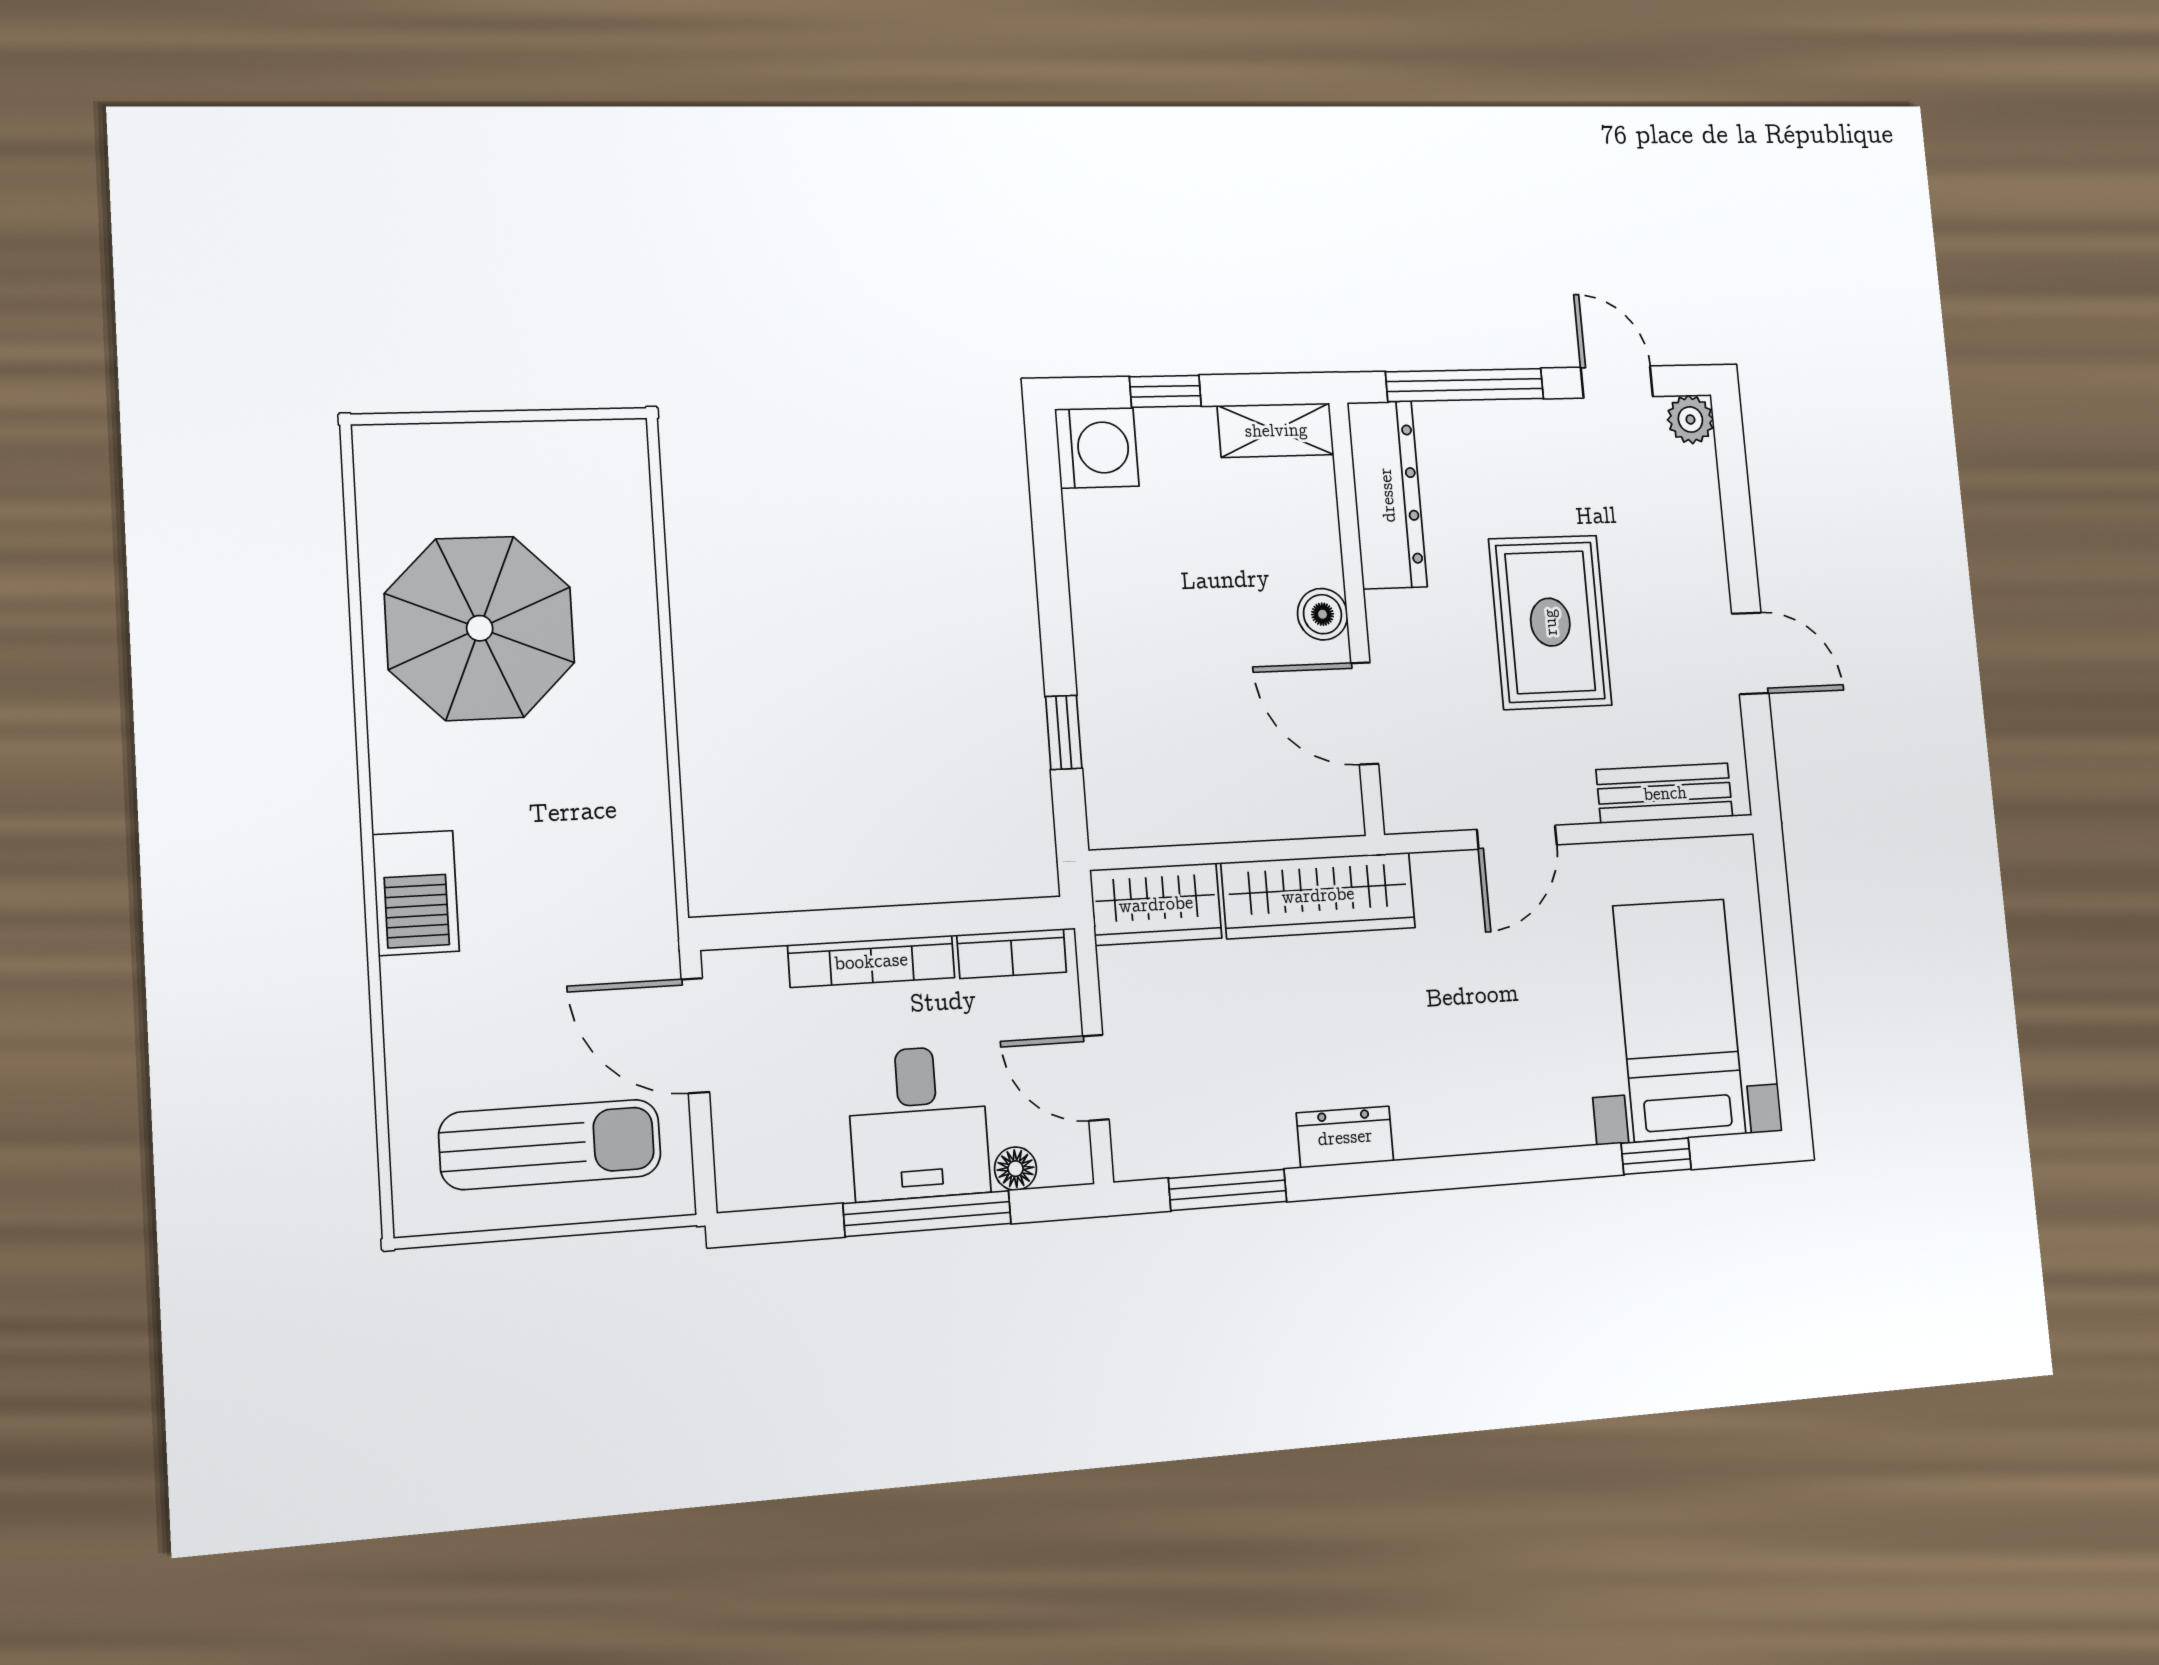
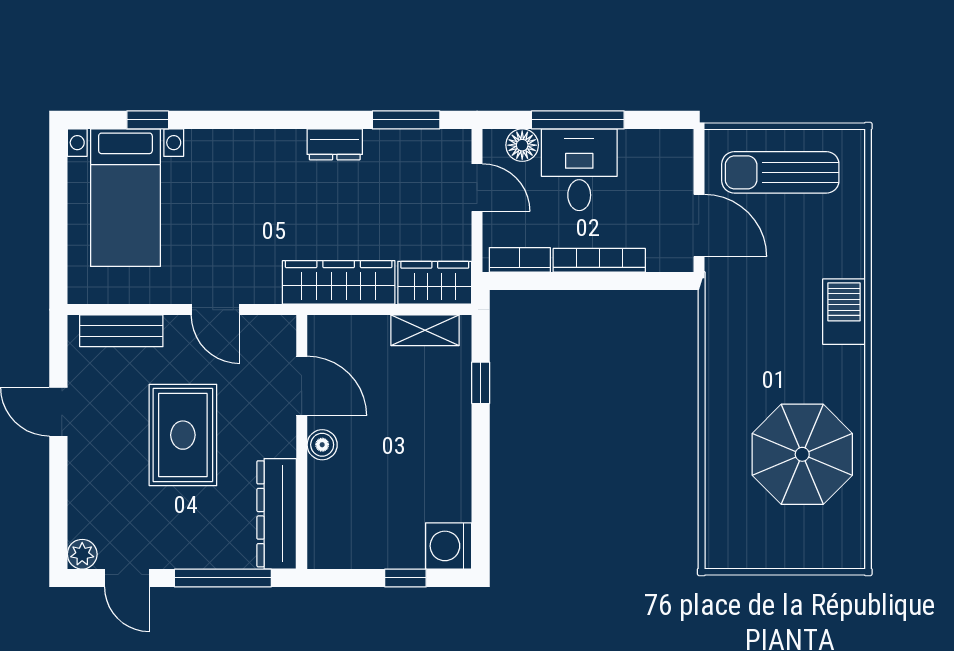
shelving: (1276, 430) -> (425, 330), moved
door: (1517, 837) -> (216, 310), swing flipped
floor lamp: (1016, 1169) -> (522, 145), width x1.37, depth x1.37

